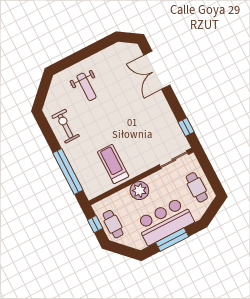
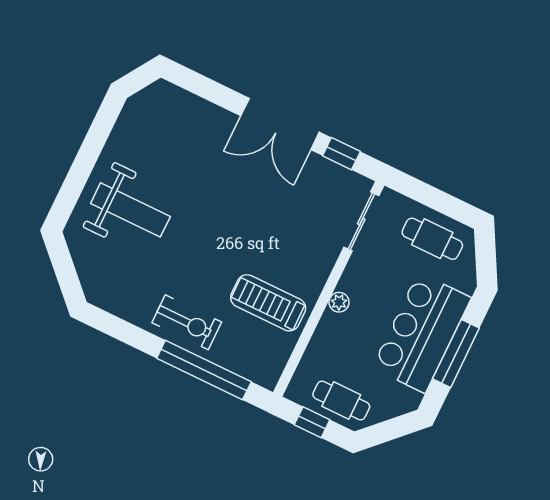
double door: (157, 70) -> (280, 124), moved
weight bench: (86, 87) -> (130, 210), width x1.36, depth x1.33
exercise bike: (66, 126) -> (187, 322), moved, turned 180
plant: (139, 191) -> (339, 302), width x0.53, depth x0.53

